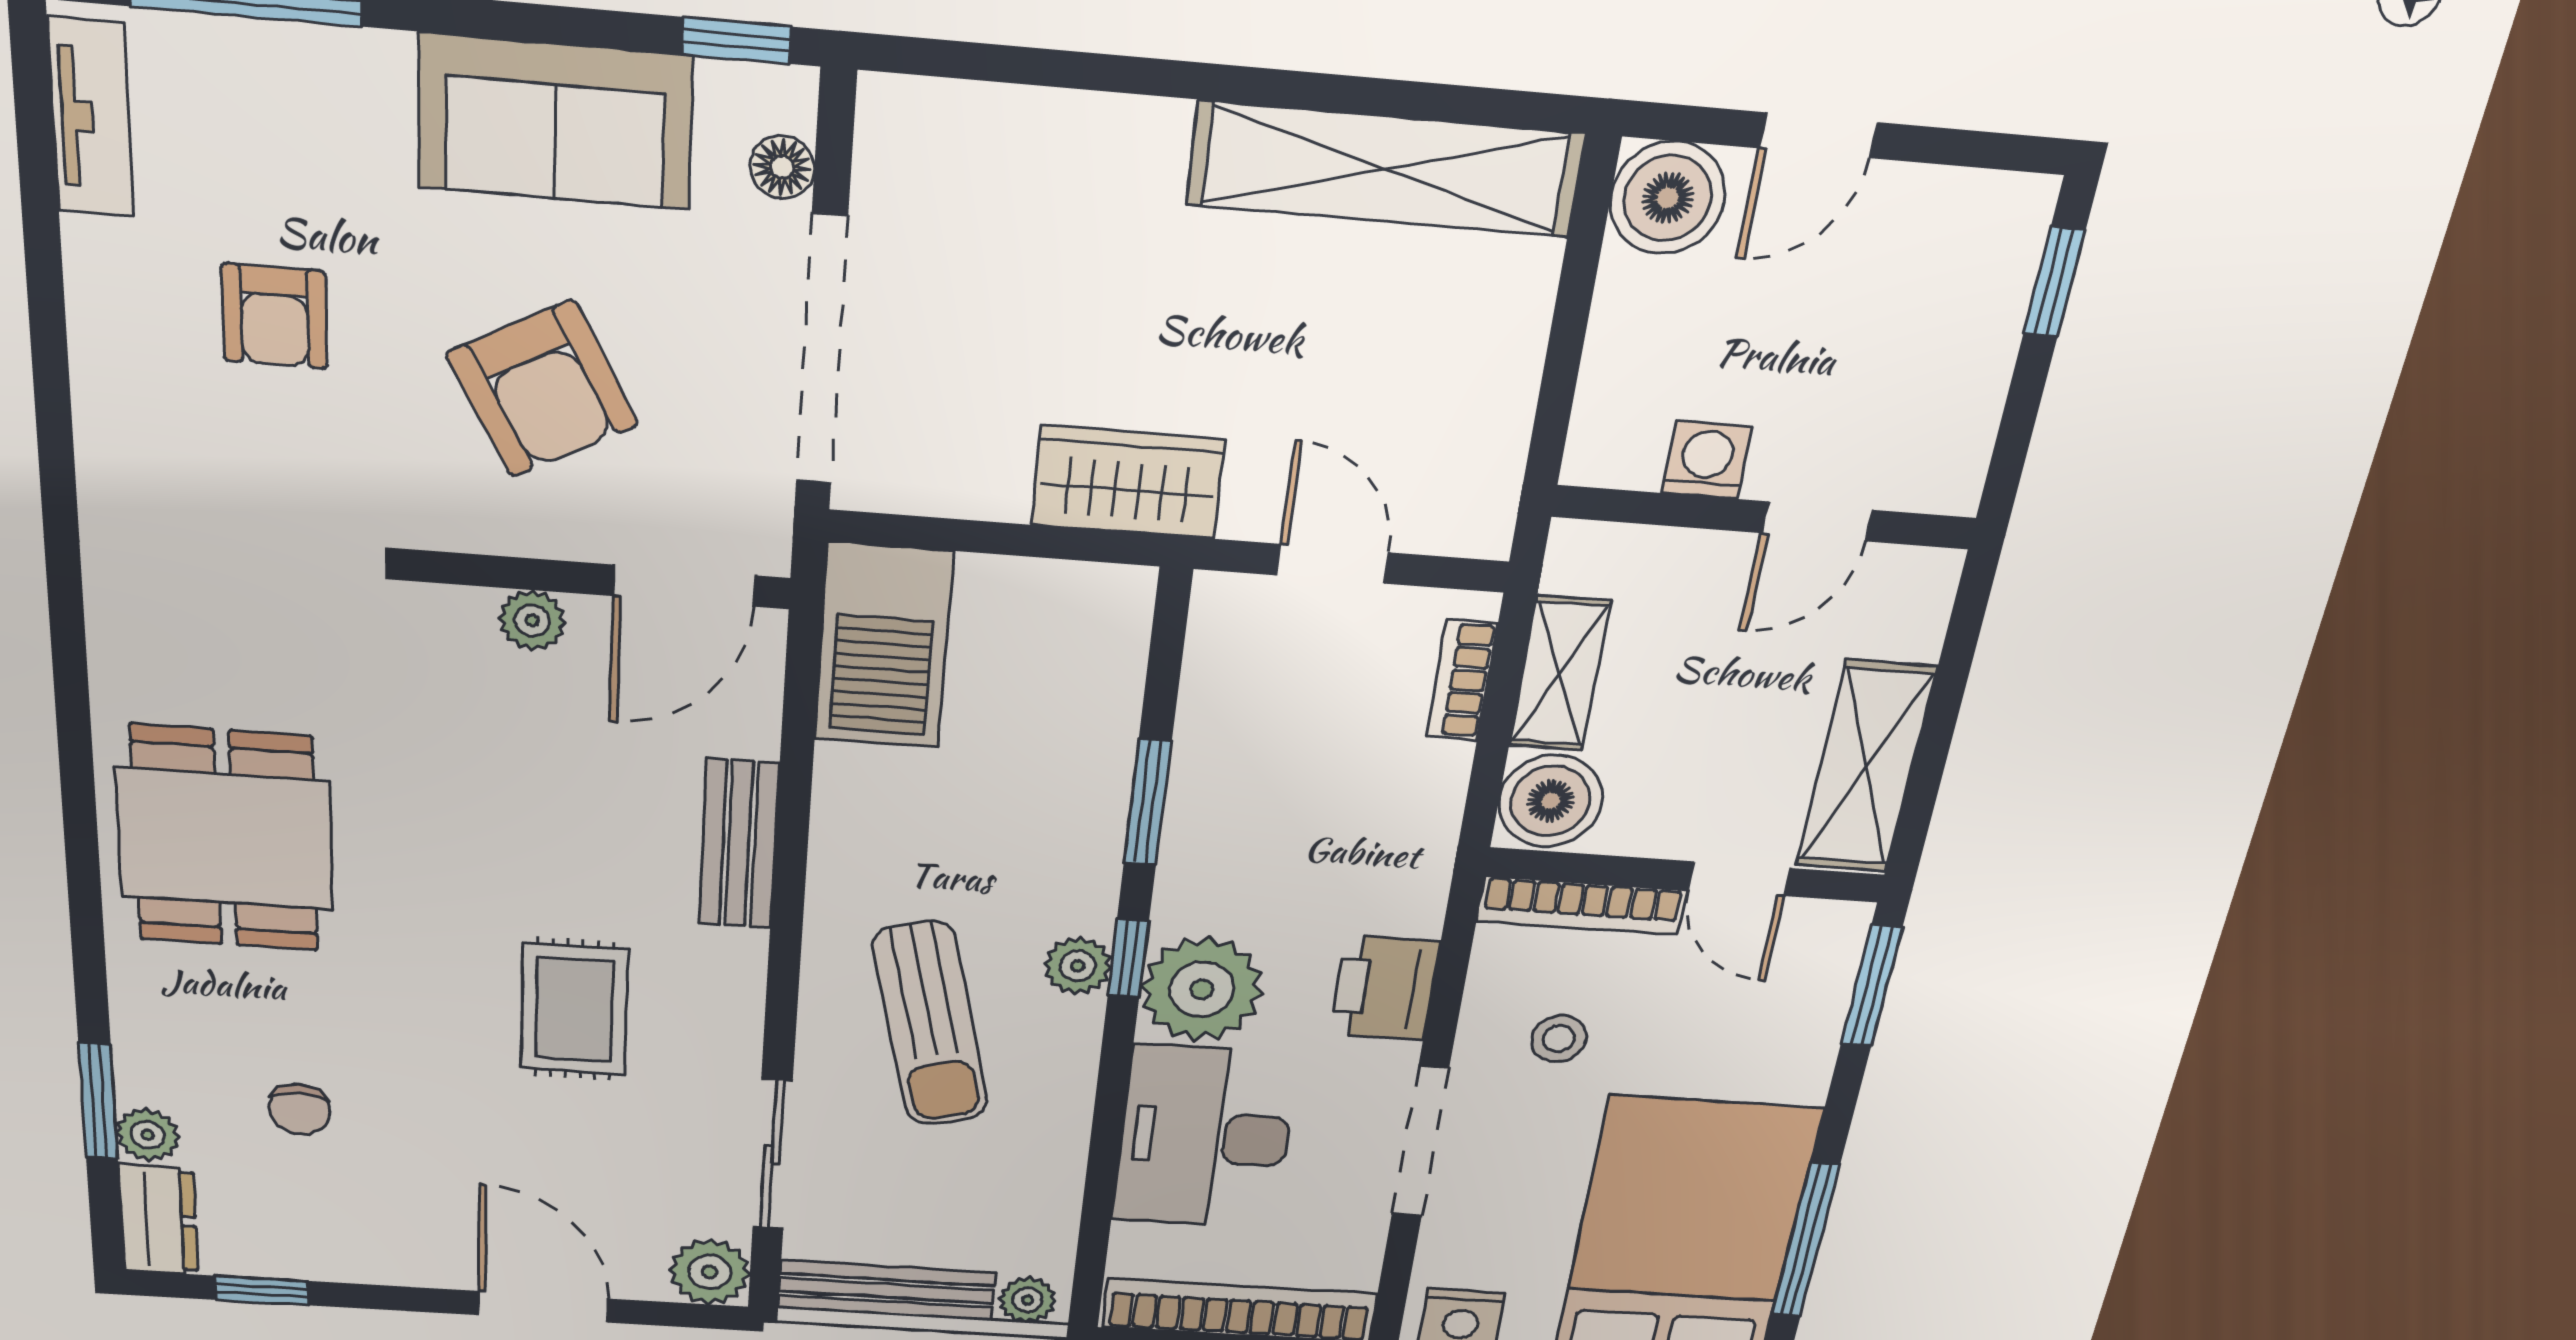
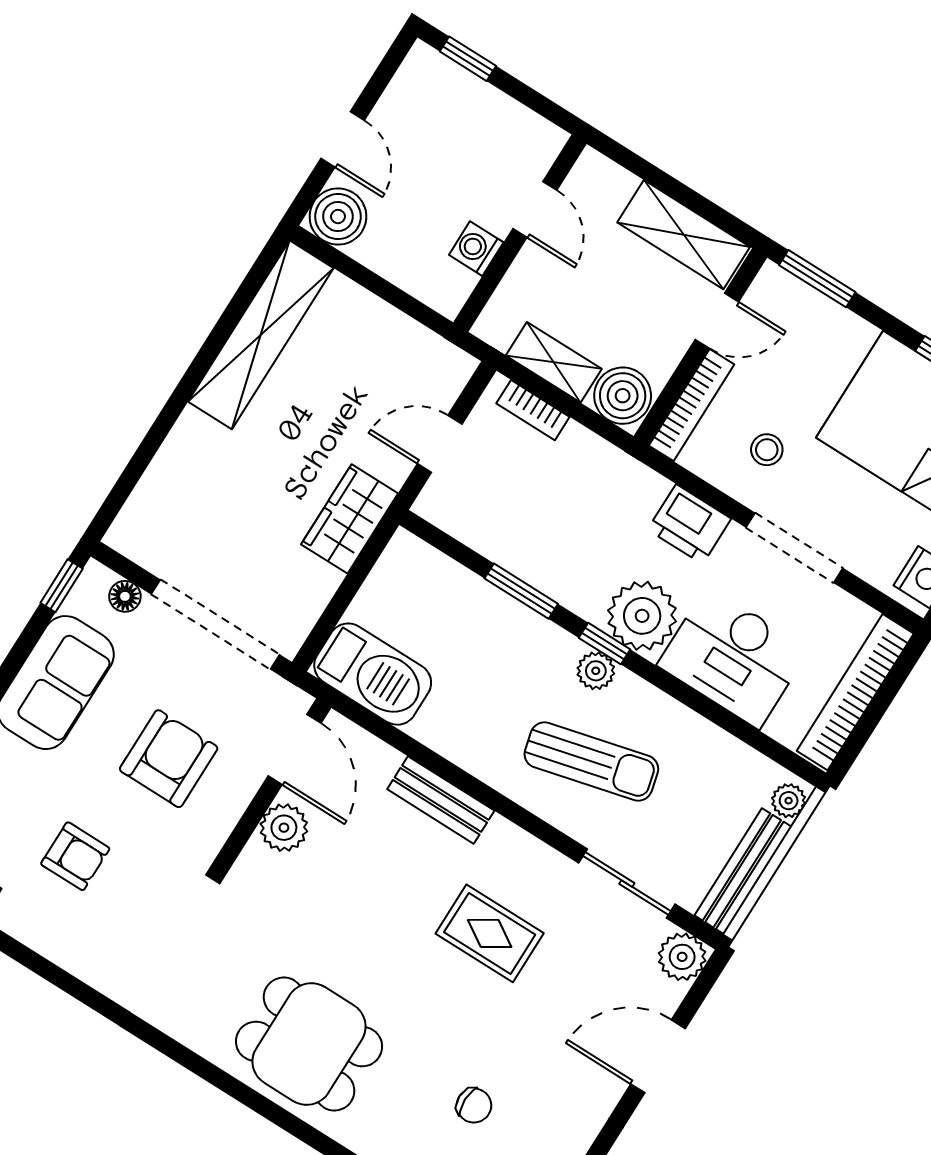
armchair: (542, 389) -> (169, 759), turned -62
plant: (532, 620) -> (284, 828), width x1.38, depth x1.38

